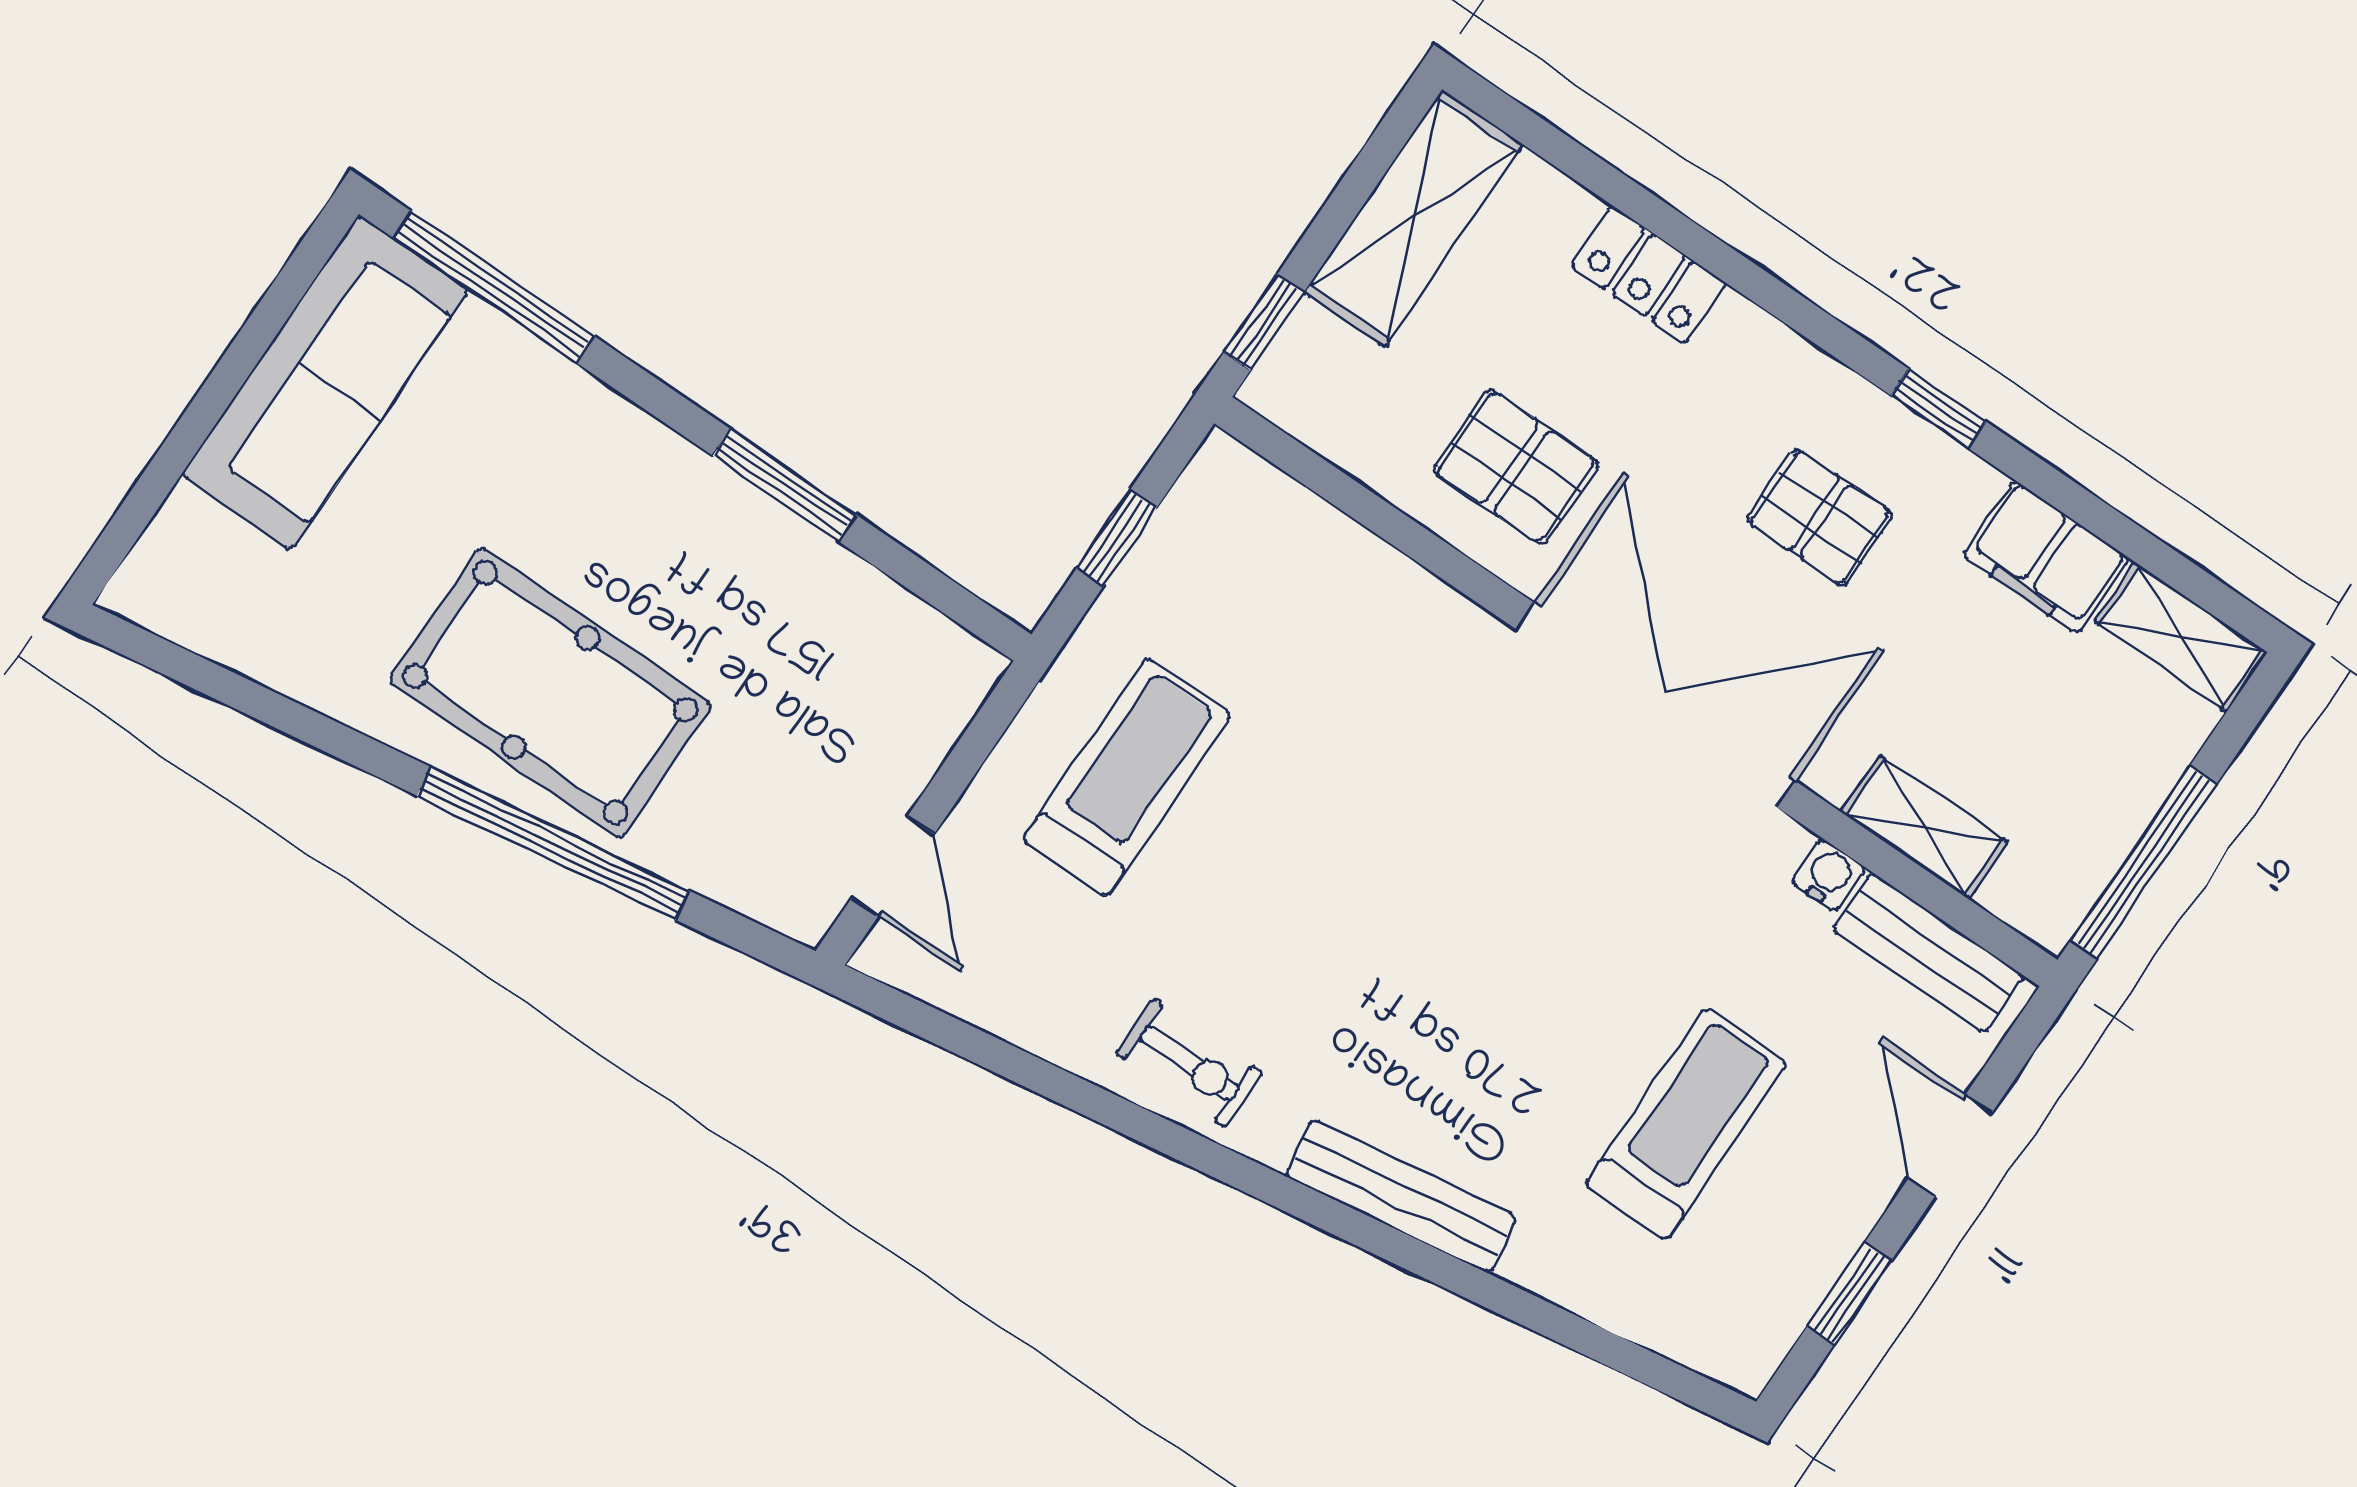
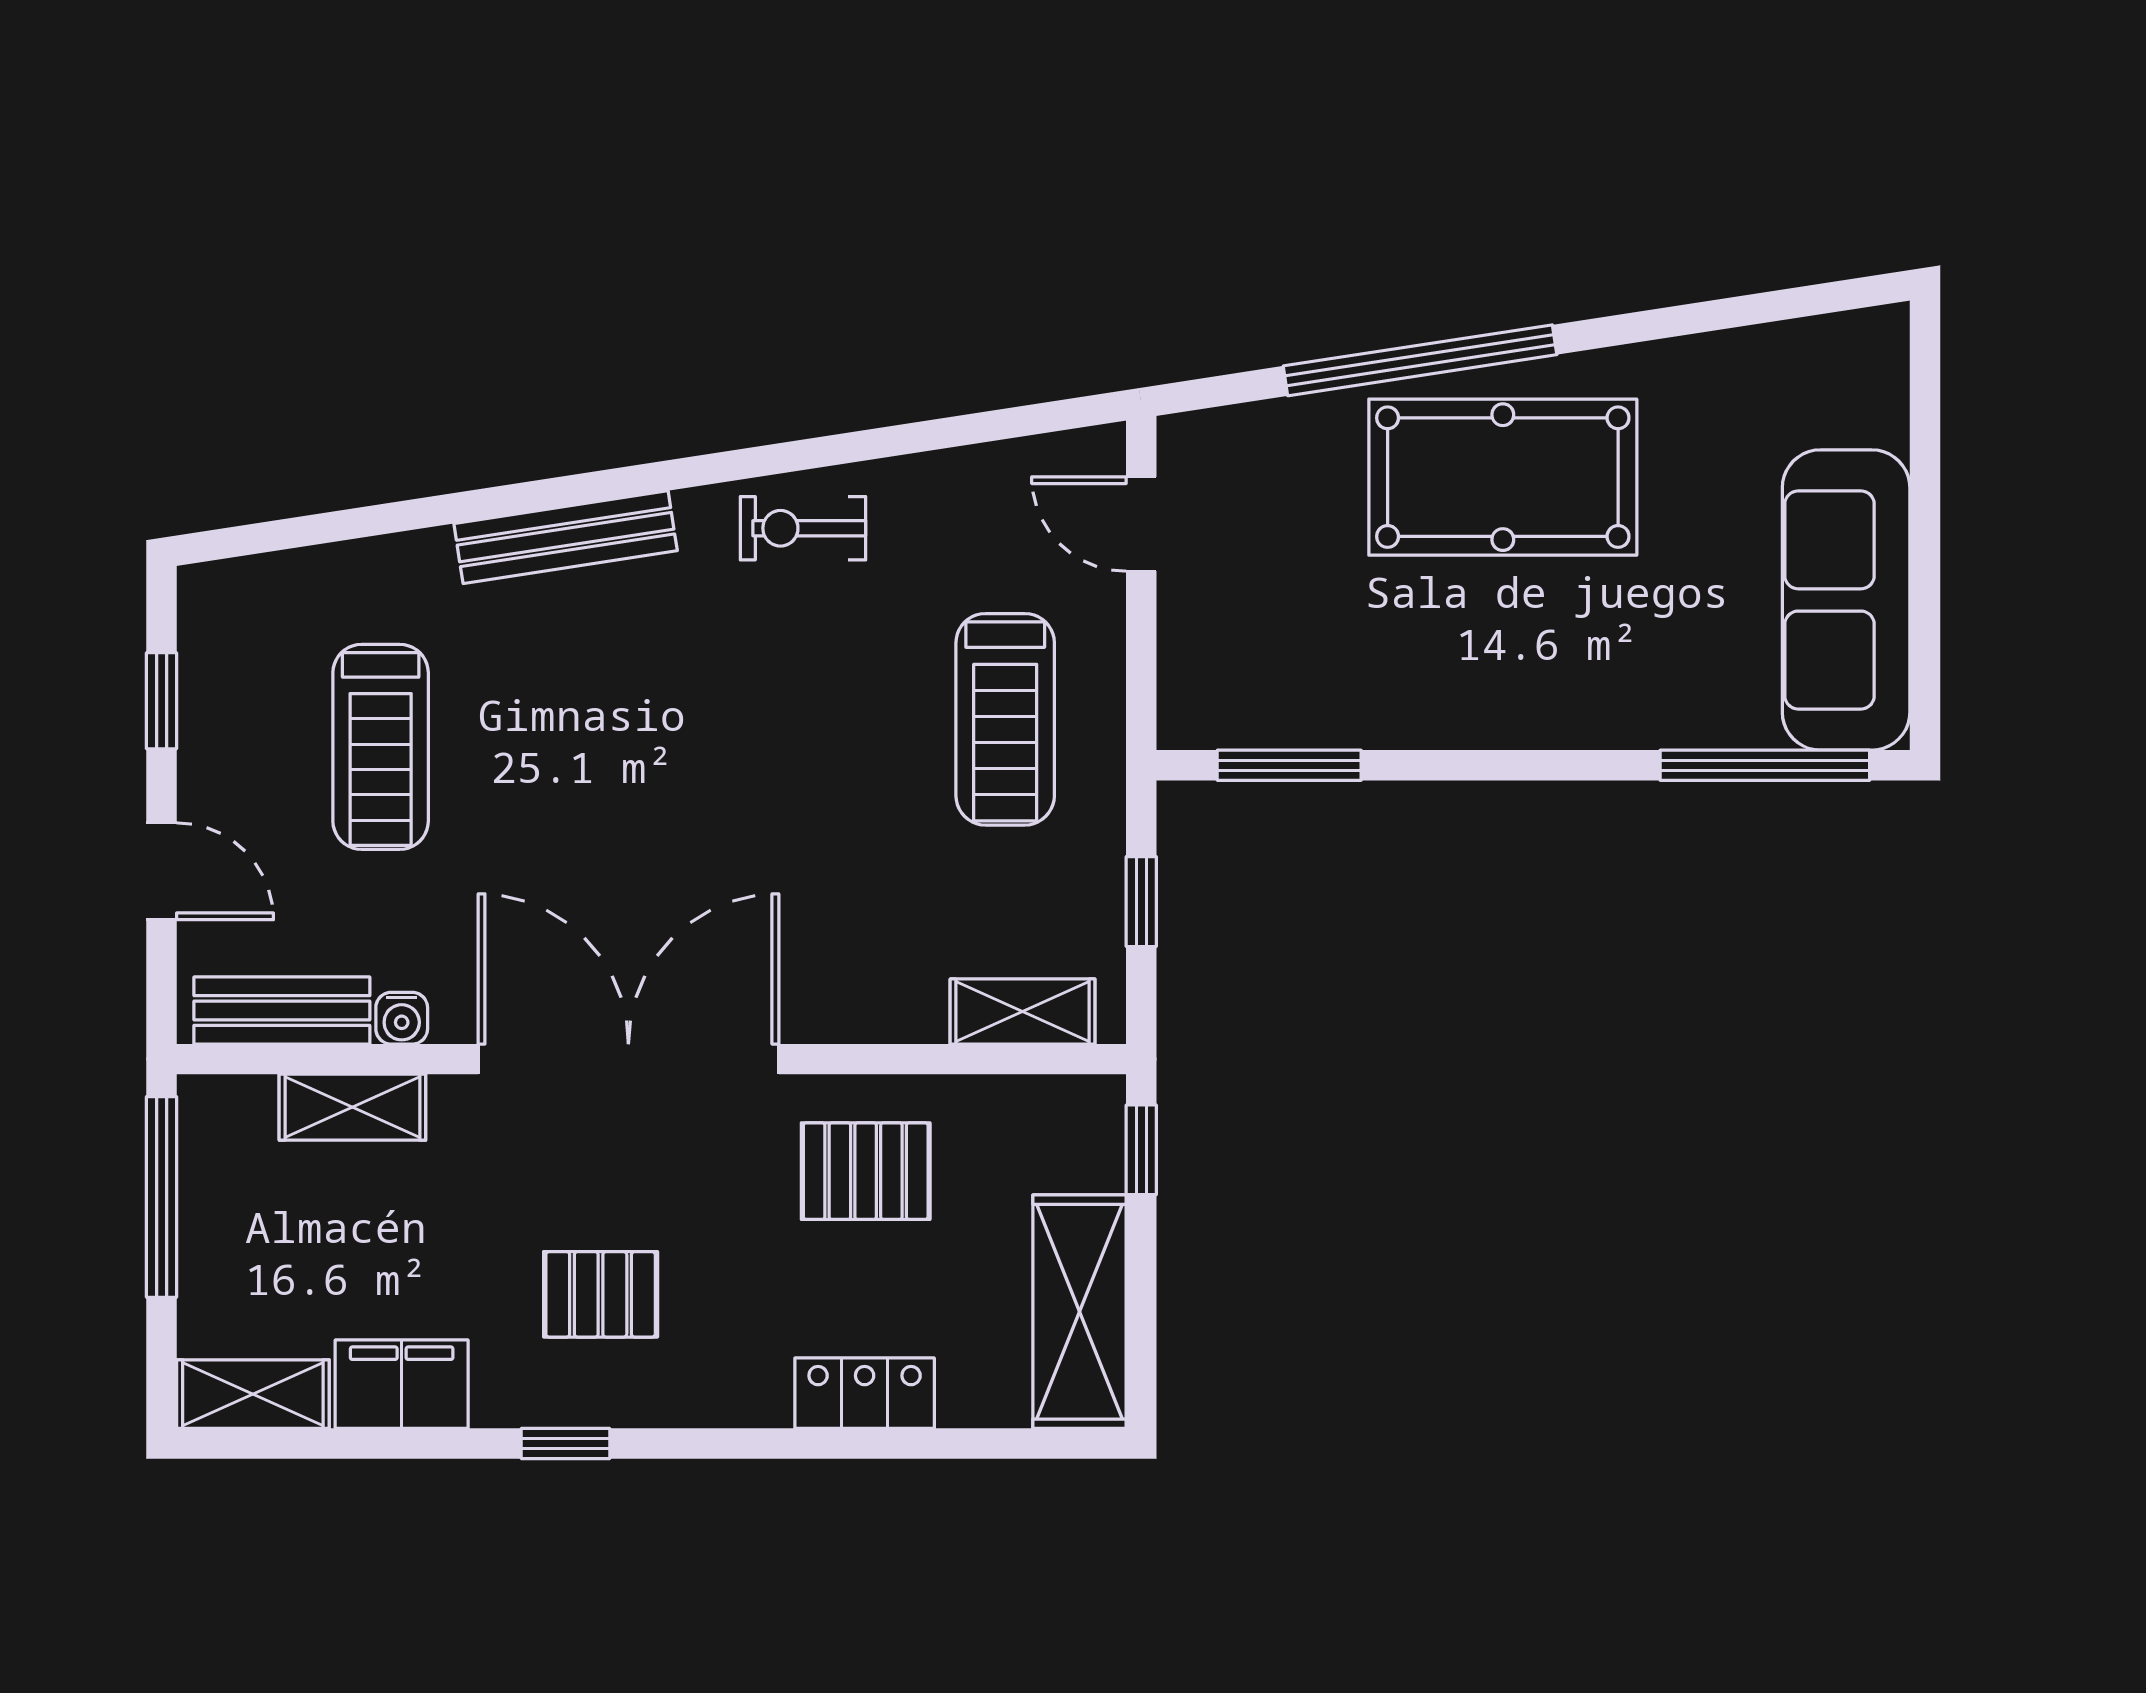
window: (784, 485) -> (1289, 765), moved
shelving: (1285, 513) -> (1023, 1012), added
double door: (1656, 705) -> (628, 1059), swing flipped

